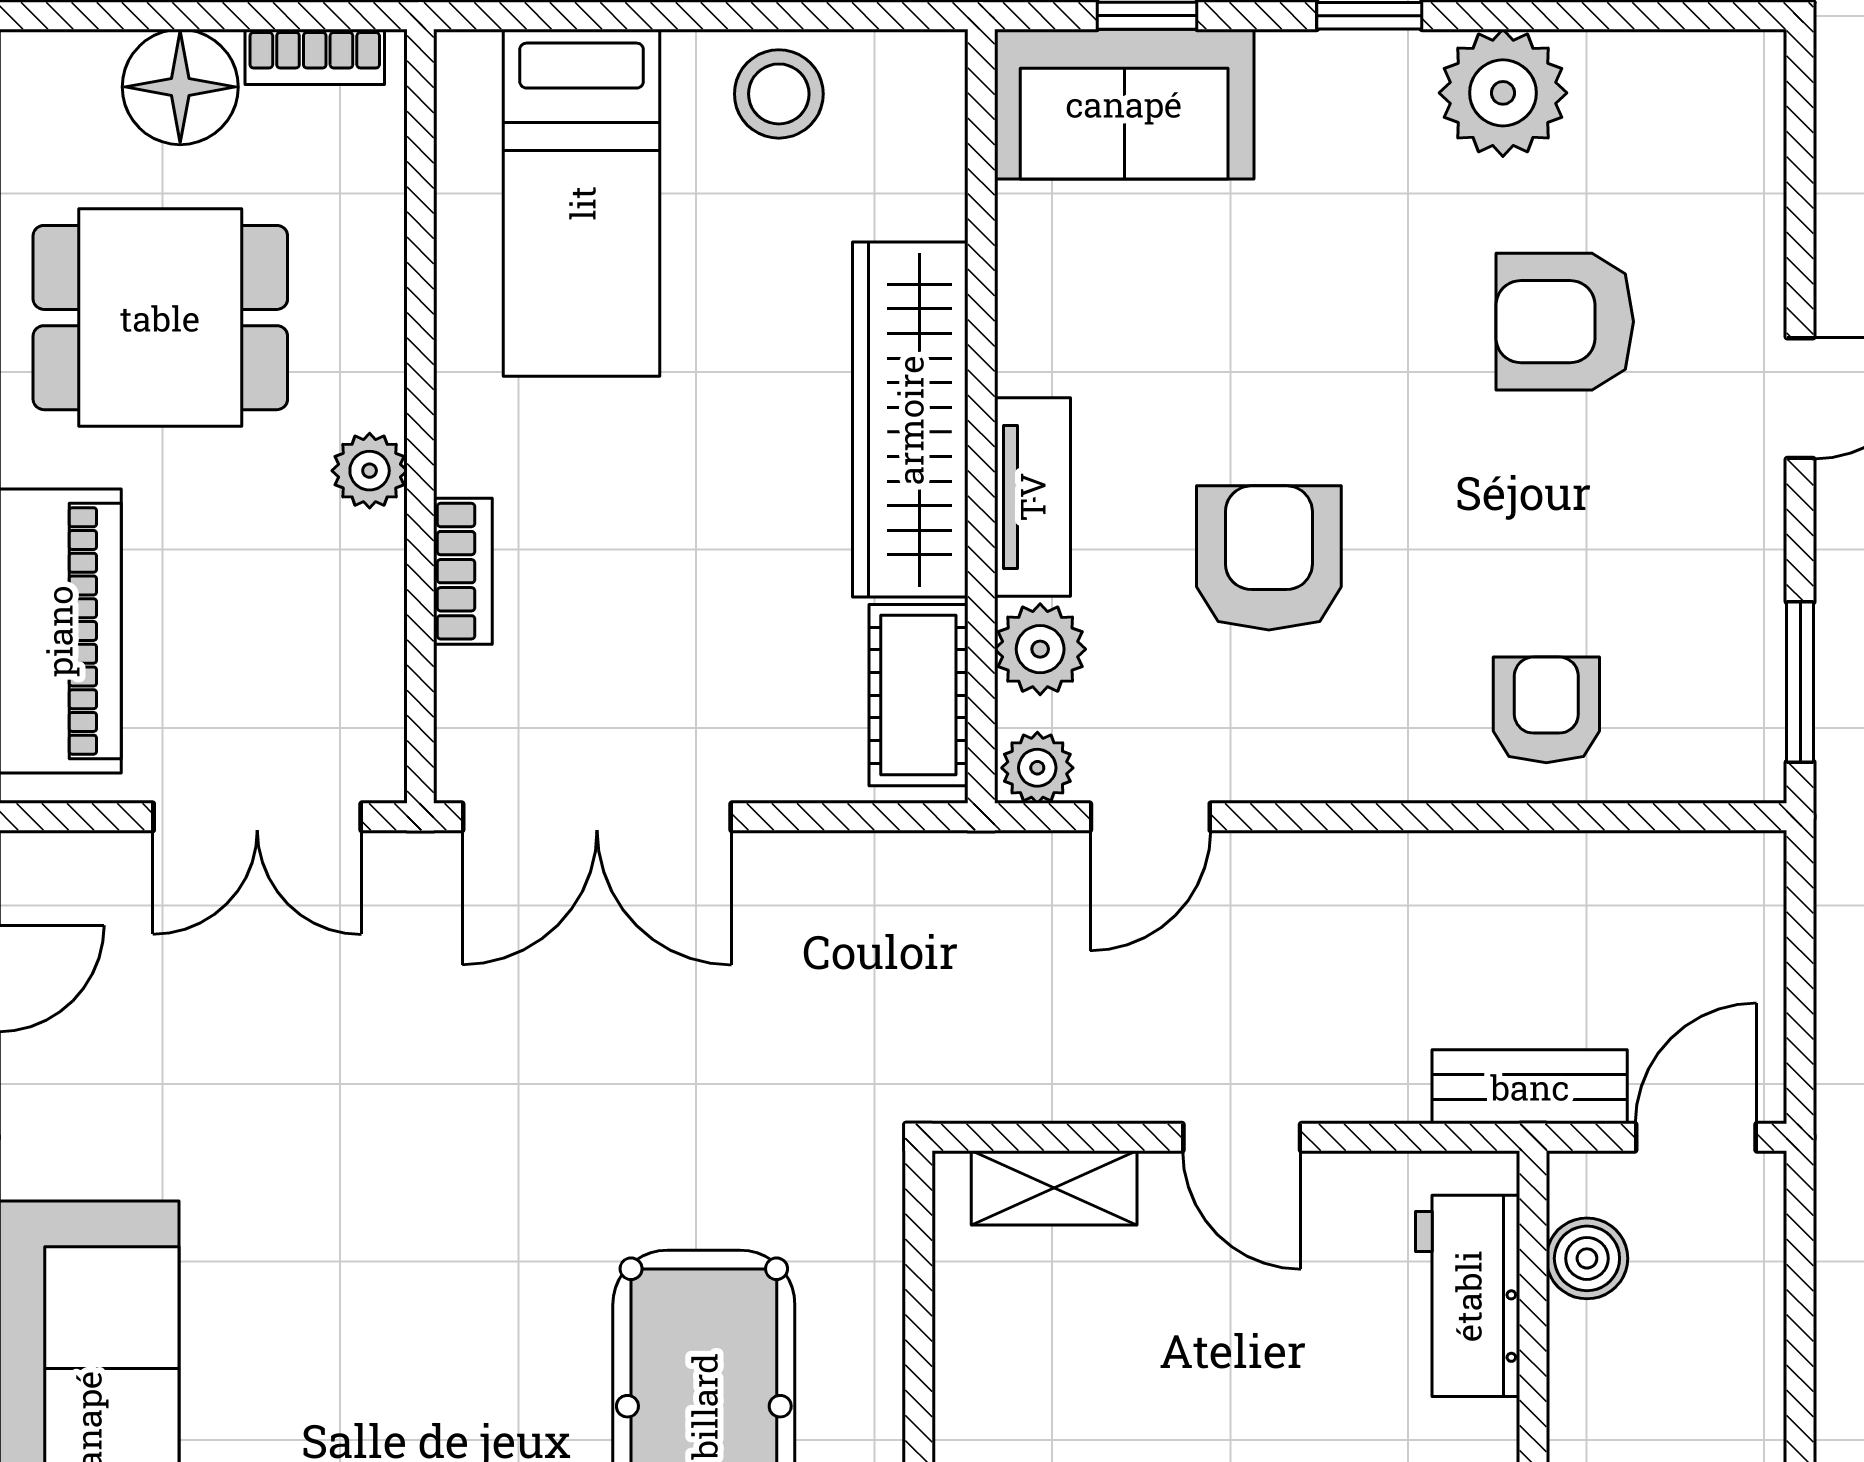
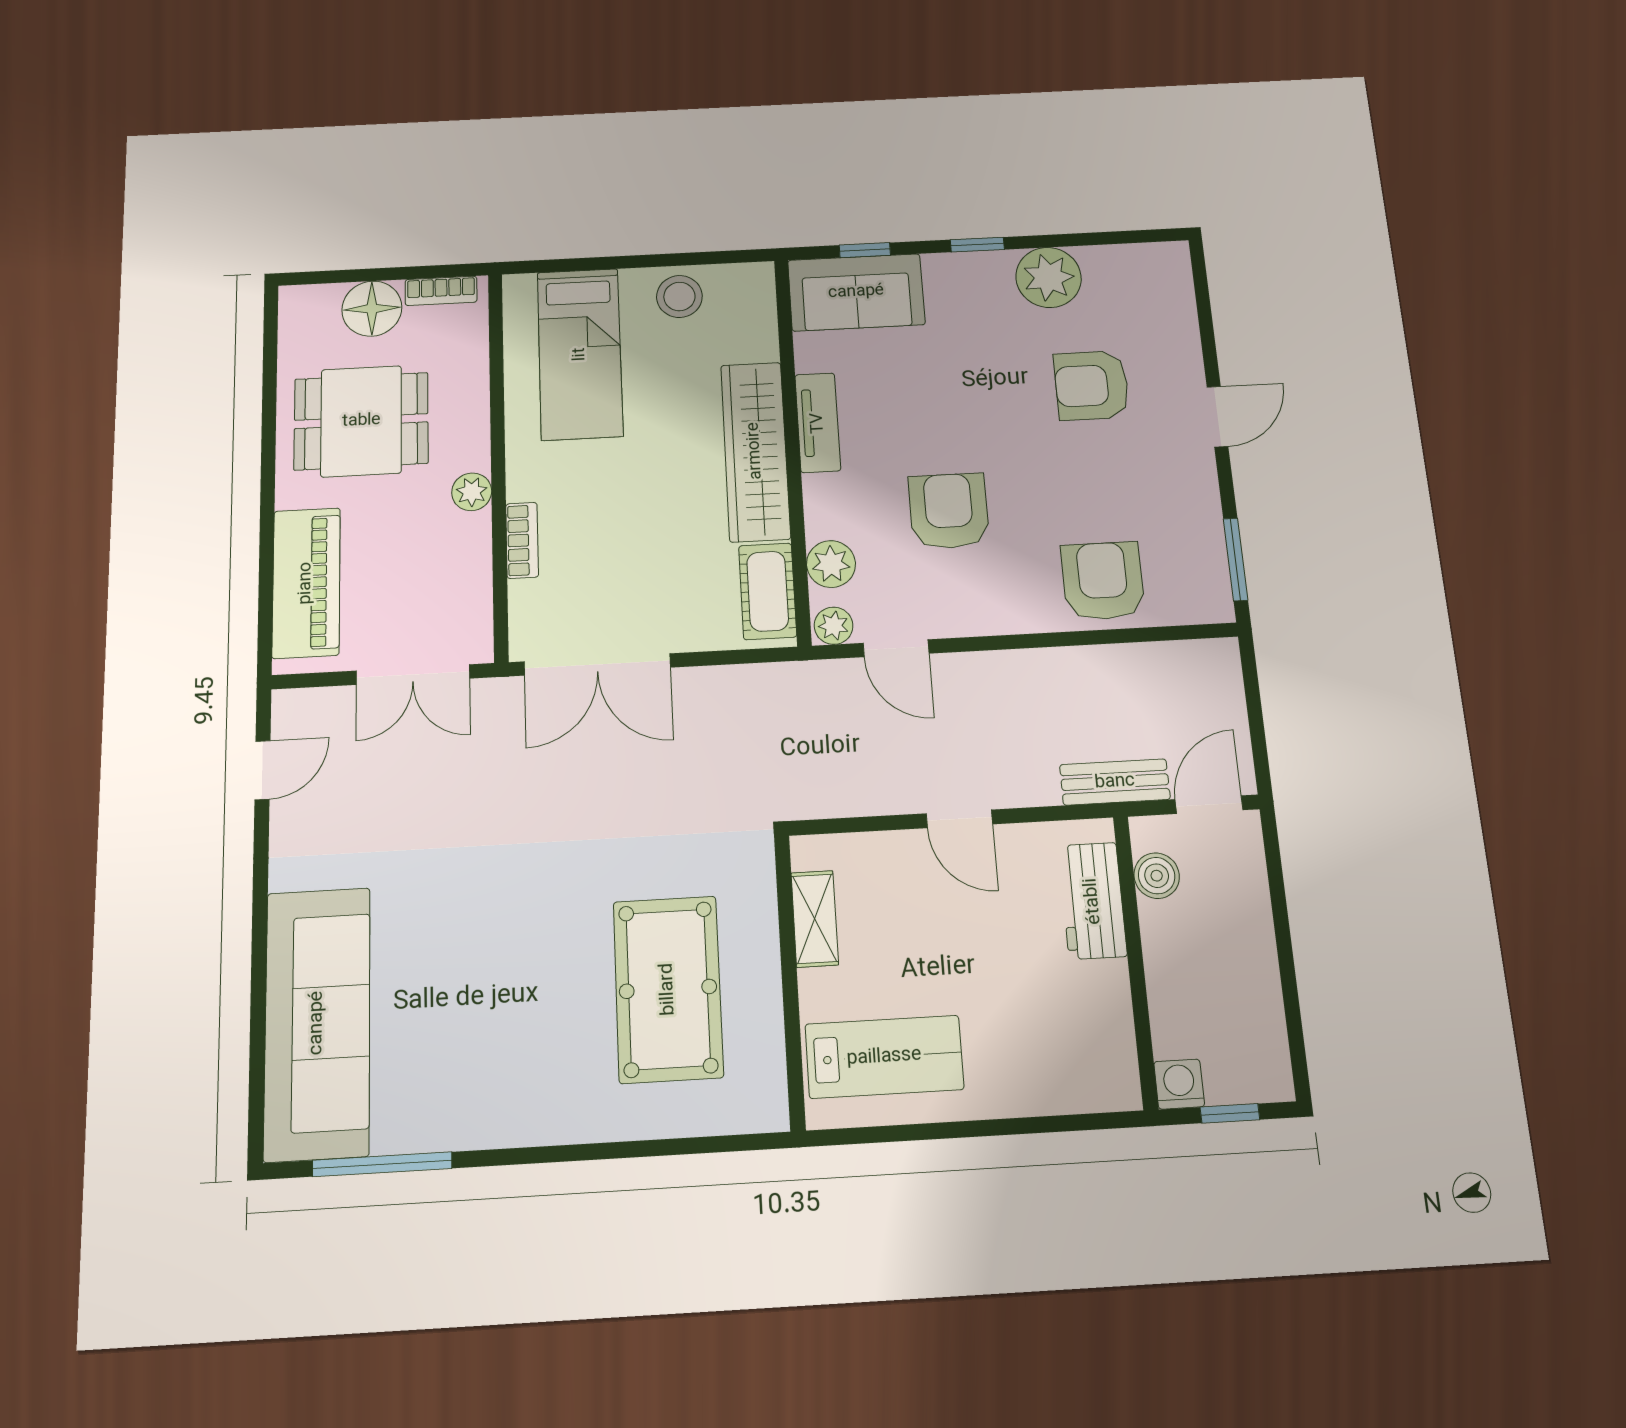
tv unit: (1032, 497) -> (818, 423), moved
armchair: (1546, 710) -> (1103, 581), width x1.38, depth x1.38
door: (1150, 817) -> (896, 648), hinge flipped
shelving: (1054, 1188) -> (815, 919), moved, turned 90

